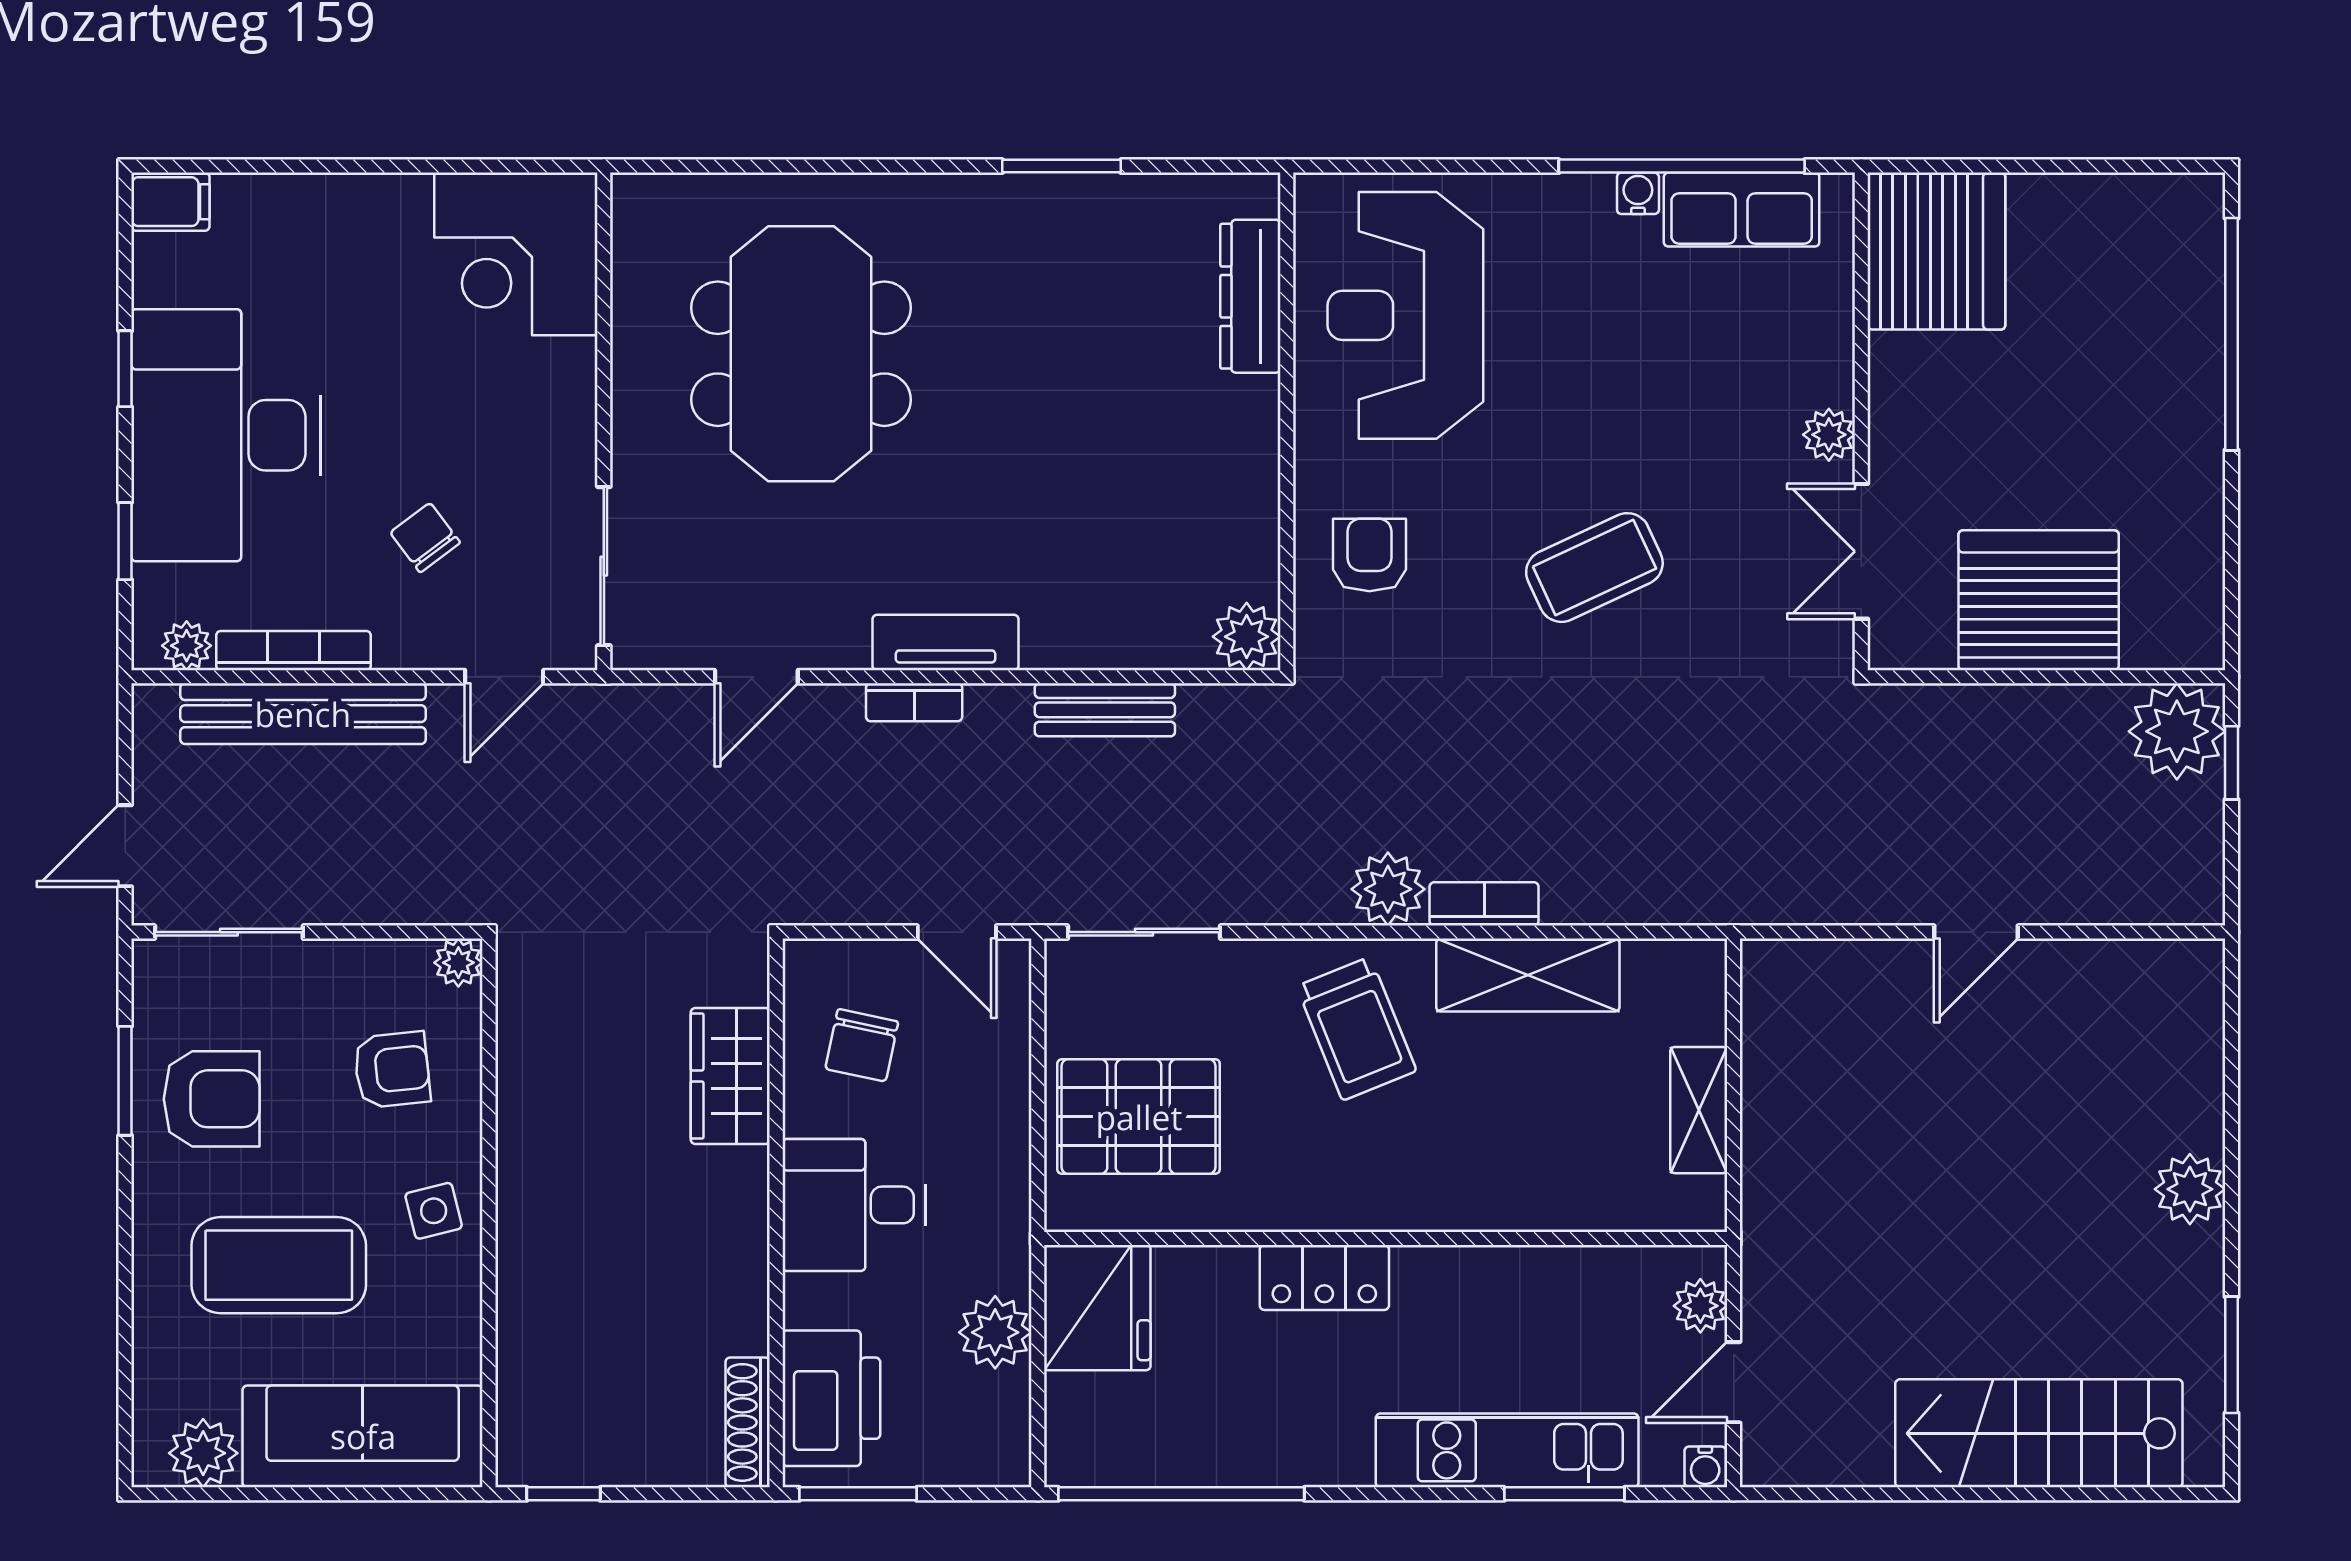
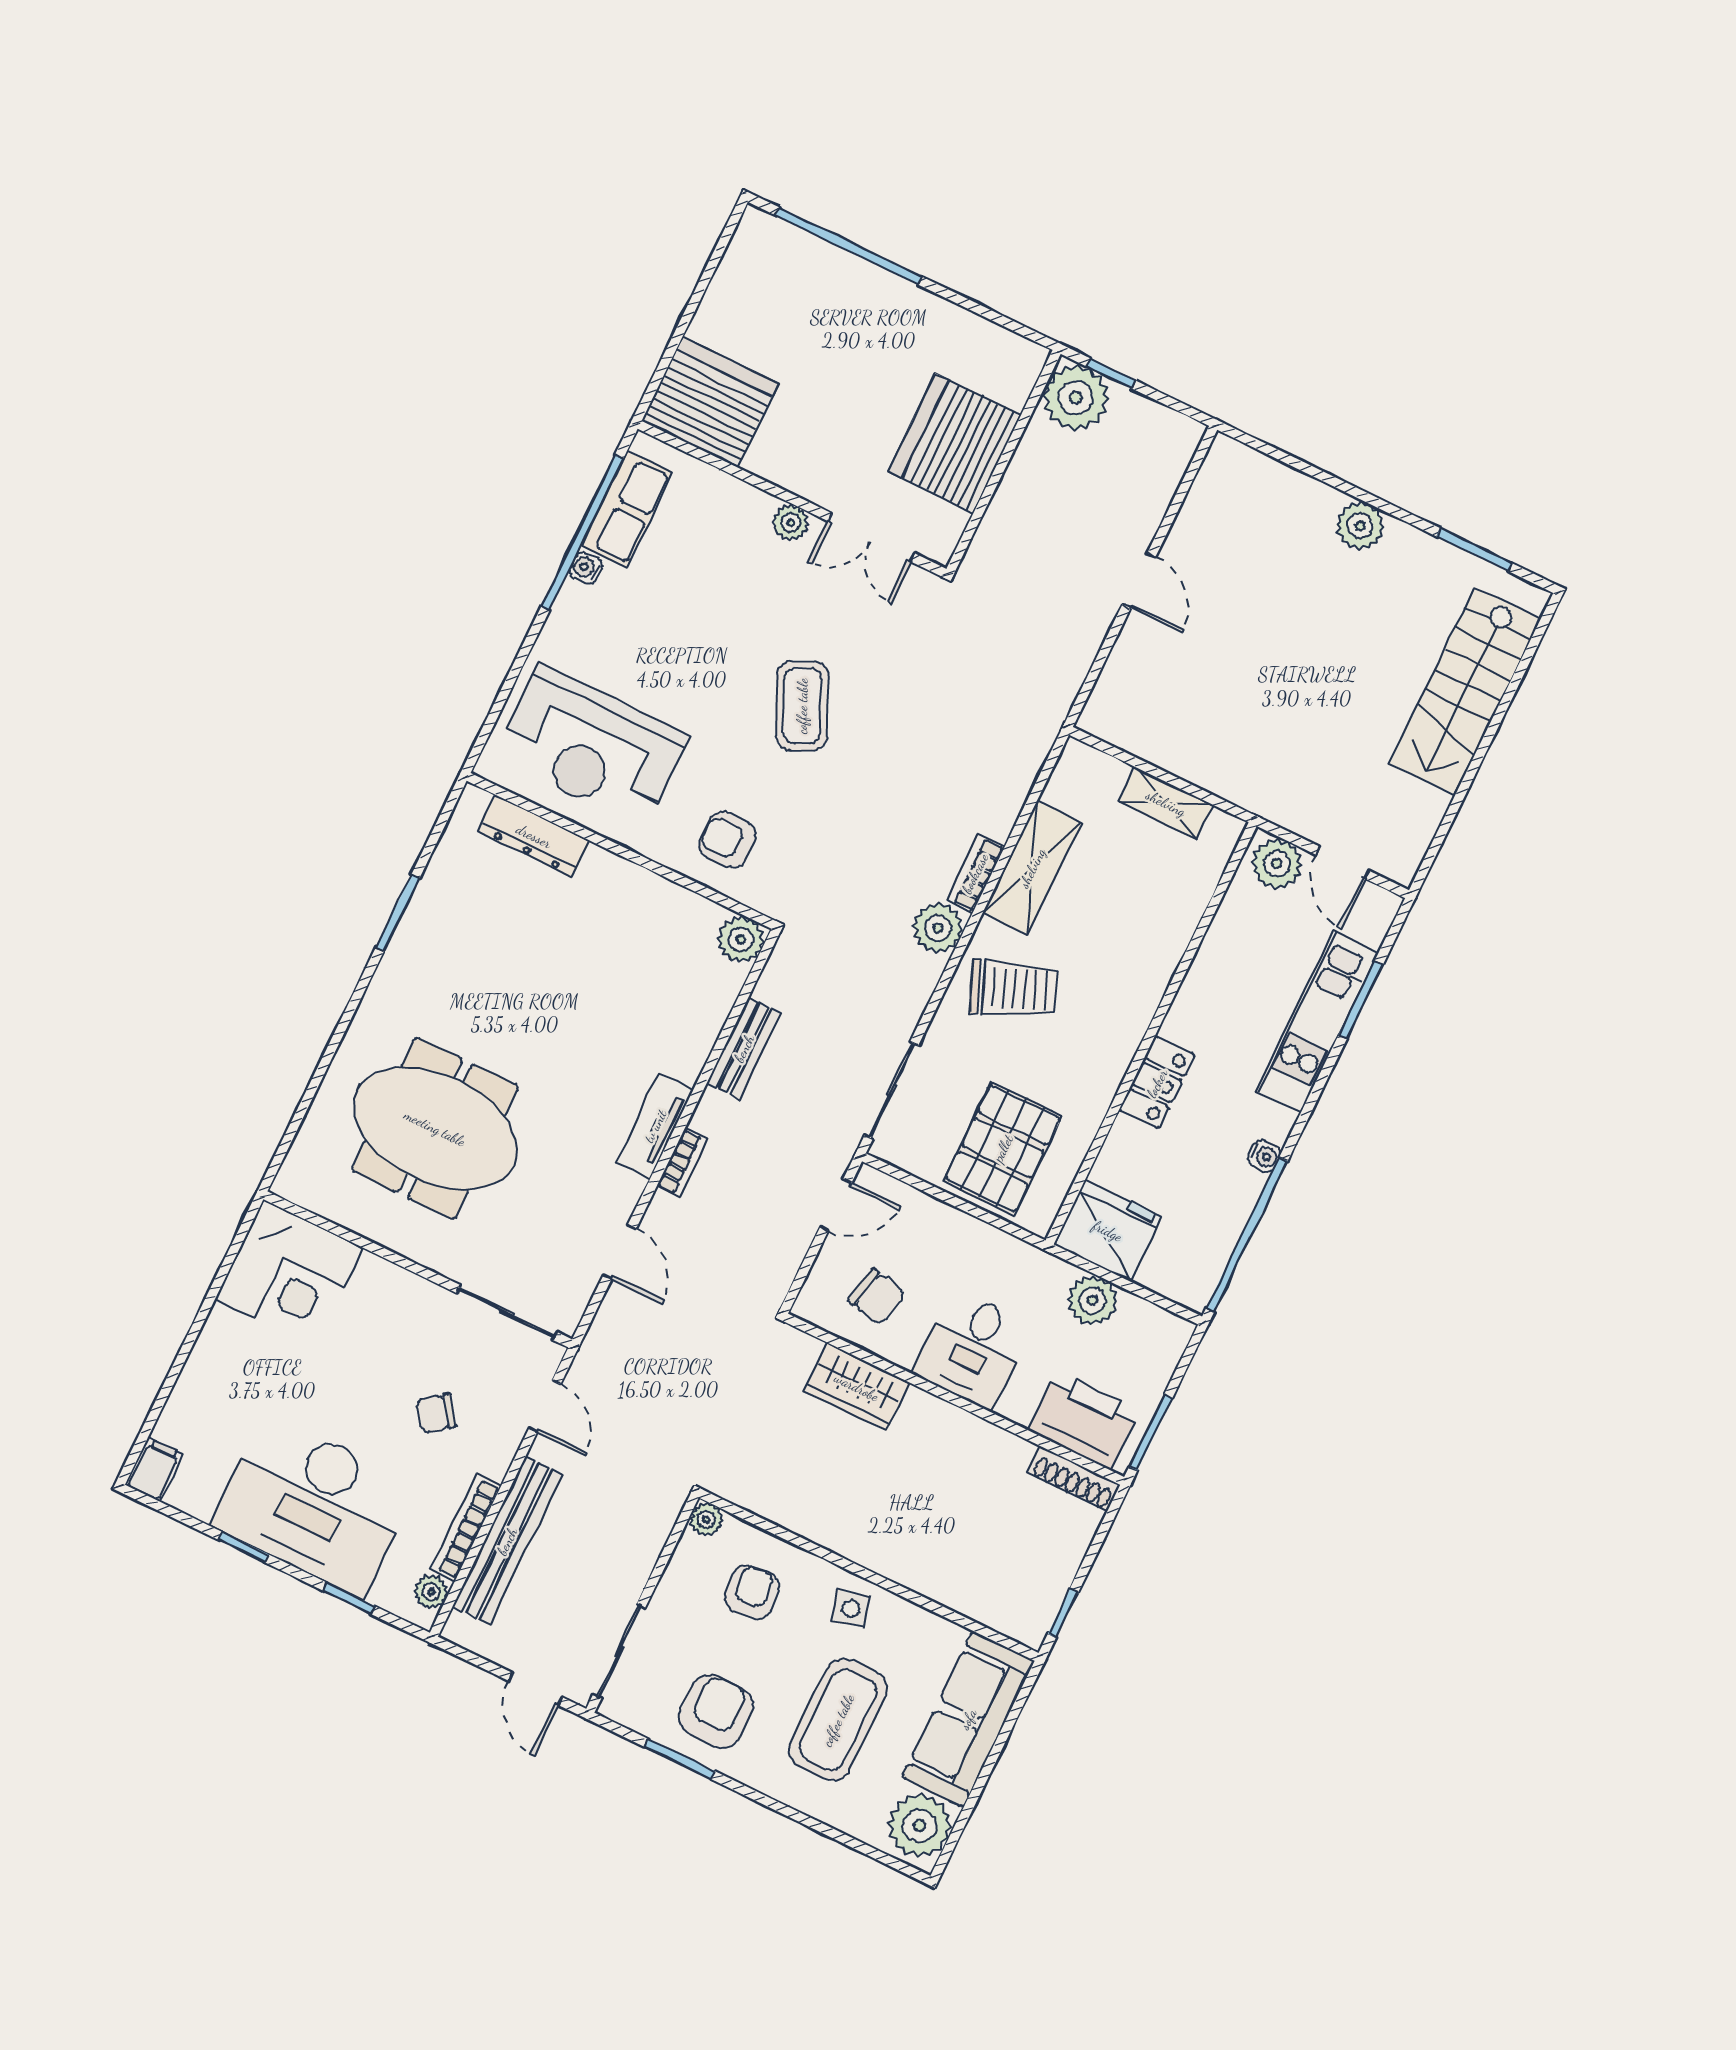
plant: (1700, 1306) -> (1277, 864), width x1.38, depth x1.38
plant: (203, 1453) -> (919, 1826), width x1.36, depth x1.36
water cooler: (1705, 1467) -> (1264, 1156), moved

